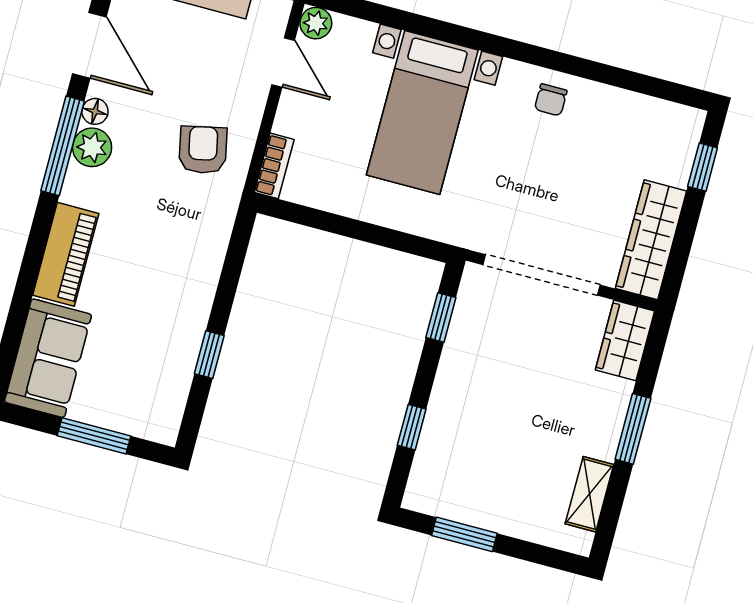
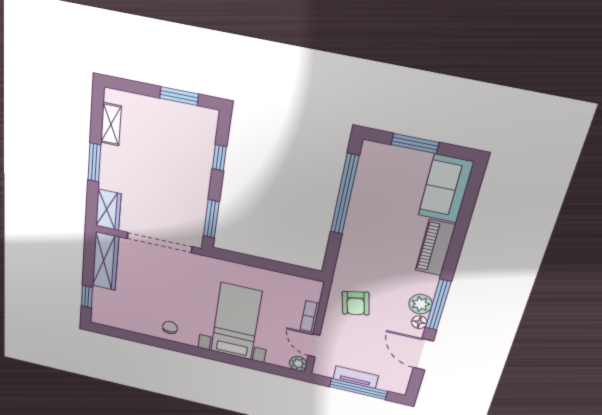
bookcase: (274, 166) -> (310, 316), moved
window: (441, 317) -> (211, 219), width x1.50
window: (209, 355) -> (345, 194), width x3.17

